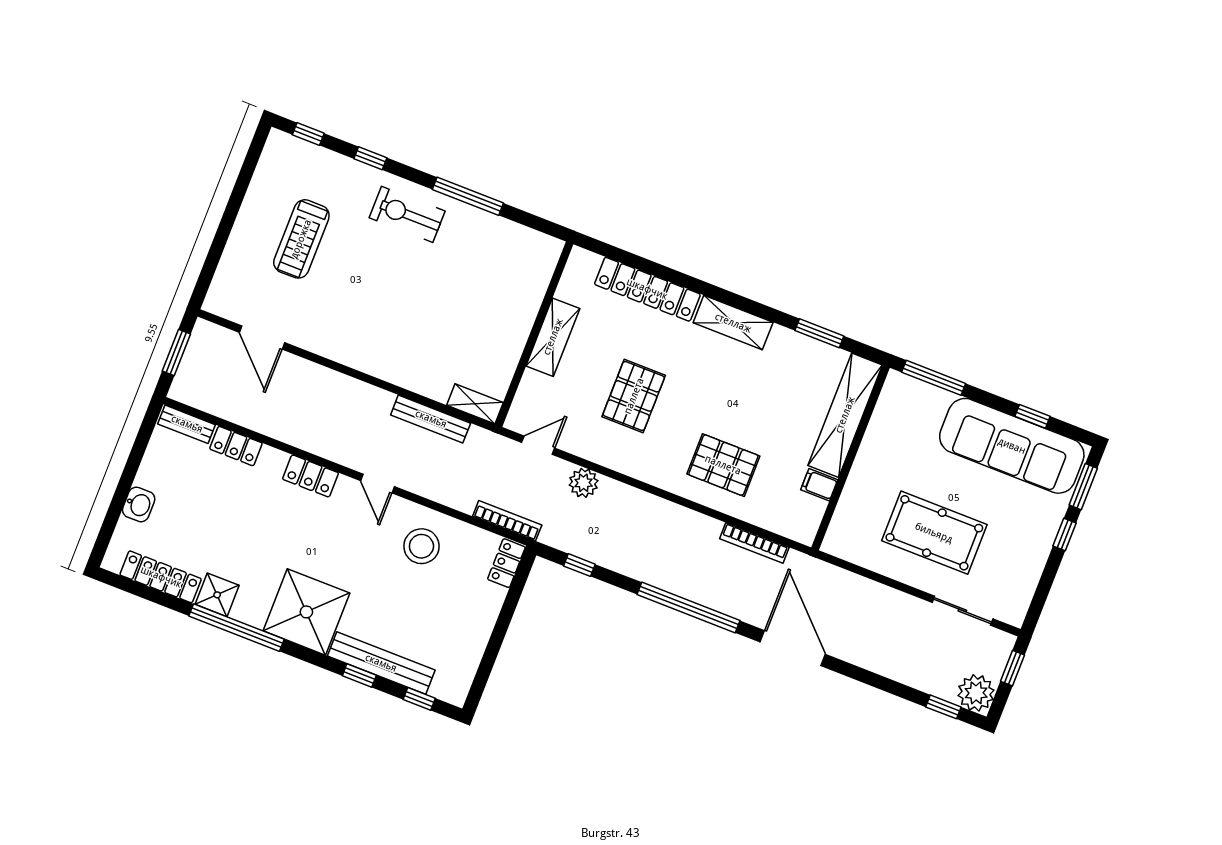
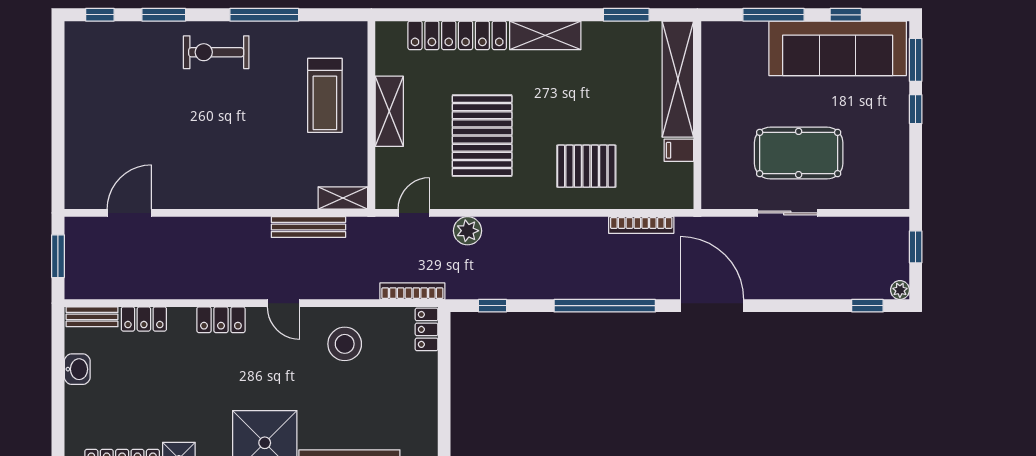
window: (370, 158) -> (164, 15), width x1.50
treadmill: (301, 239) -> (325, 95), moved
door: (262, 337) -> (129, 213), swing flipped
window: (934, 378) -> (774, 15), moved
pallet: (634, 396) -> (482, 136), width x1.37, depth x1.41
washbasin: (139, 504) -> (77, 369), moved
sliding door: (962, 611) -> (787, 213), moved
plant: (976, 693) -> (900, 290), width x0.53, depth x0.53

